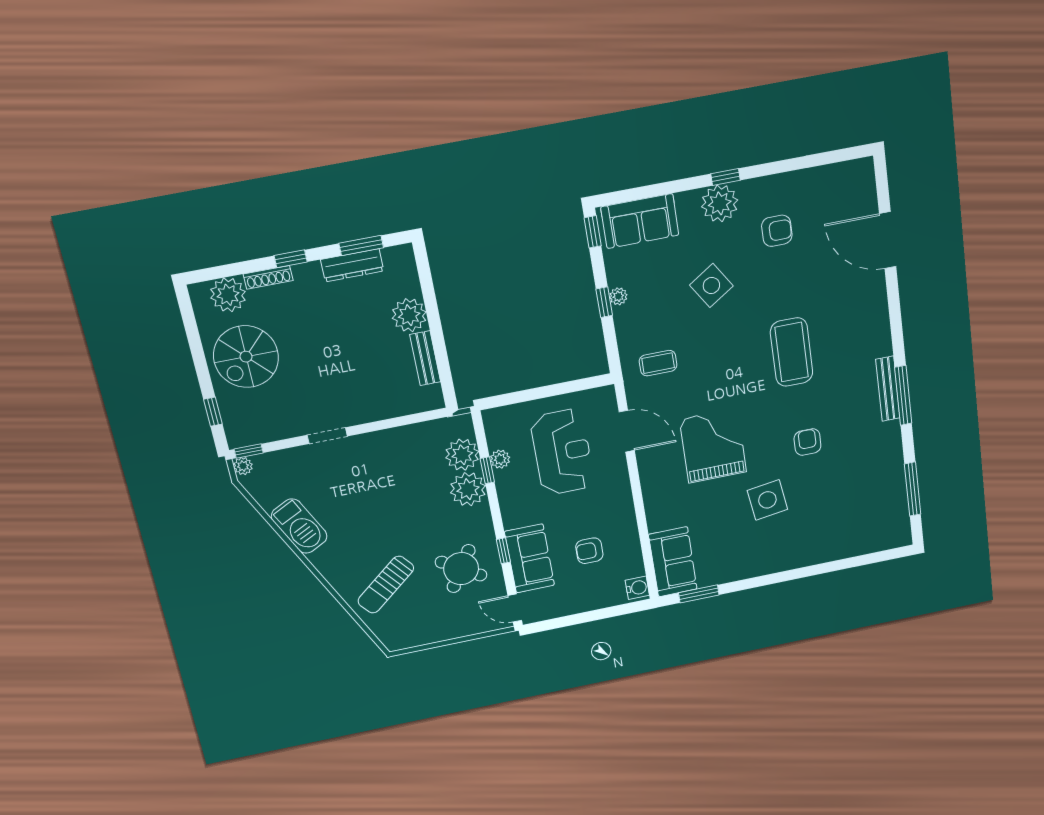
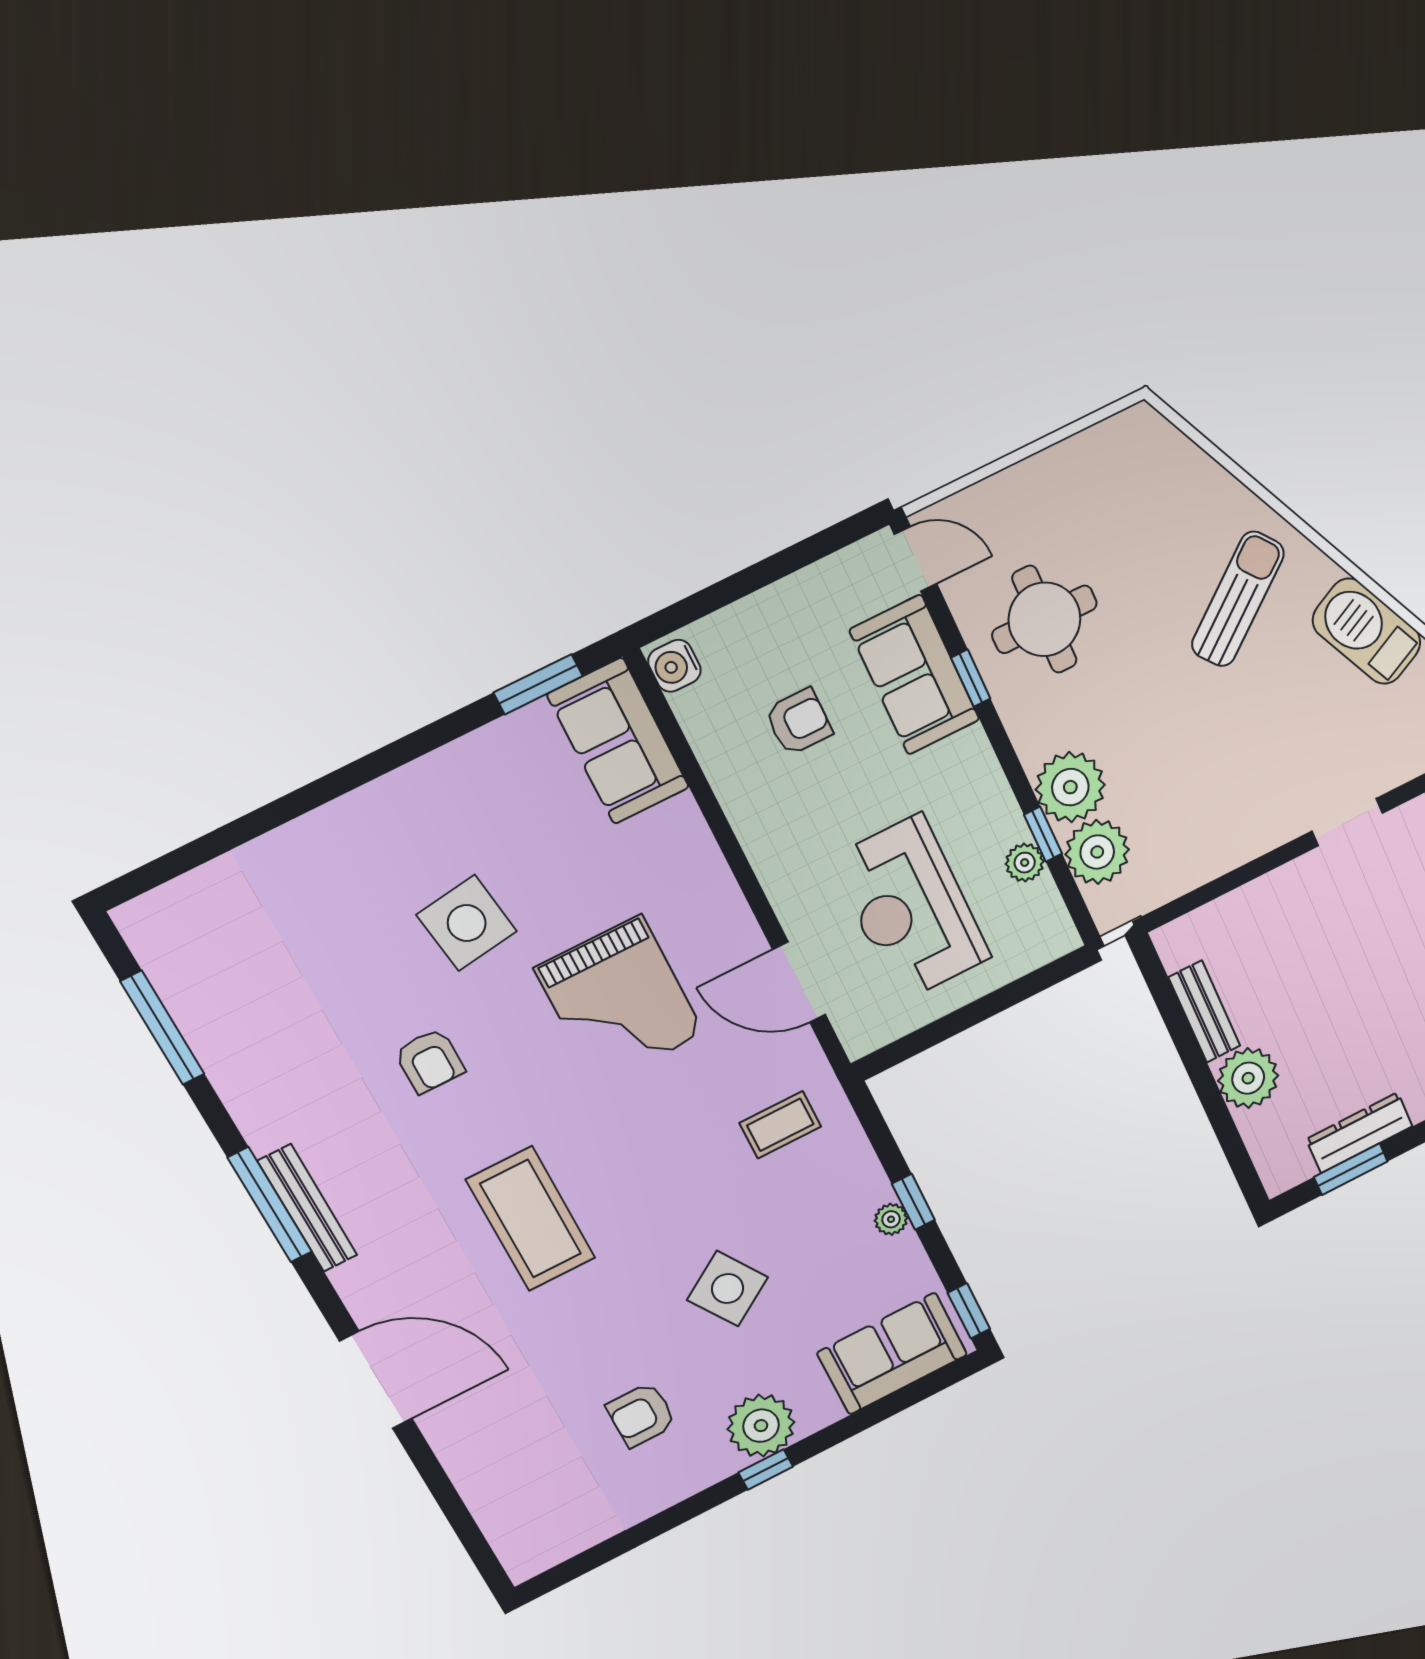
door: (888, 240) -> (376, 1380), moved
round table: (461, 569) -> (1044, 619), turned -32
sun lounger: (386, 585) -> (1238, 599), moved

